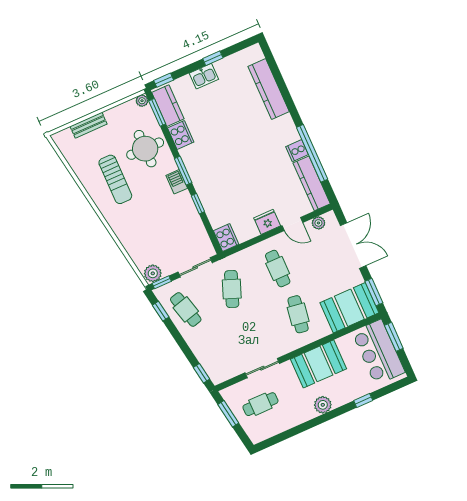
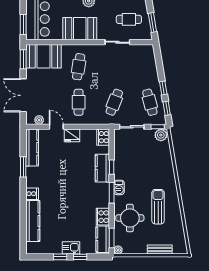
window: (164, 80) -> (80, 257), moved
cooker: (297, 151) -> (32, 194), moved
window: (312, 153) -> (23, 167), width x0.47
kitchen counter: (209, 197) -> (102, 168), added
window: (202, 373) -> (163, 88), moved

